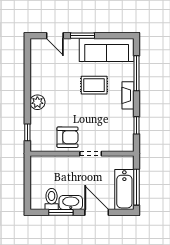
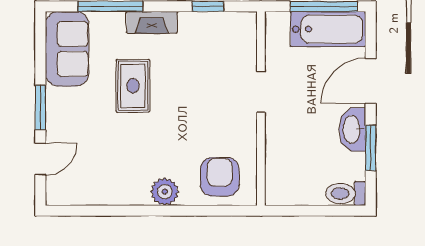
sofa: (107, 50) -> (67, 49), width x0.73
window: (27, 132) -> (221, 211), removed
armchair: (67, 137) -> (220, 177), moved
toilet: (52, 199) -> (346, 193), moved

